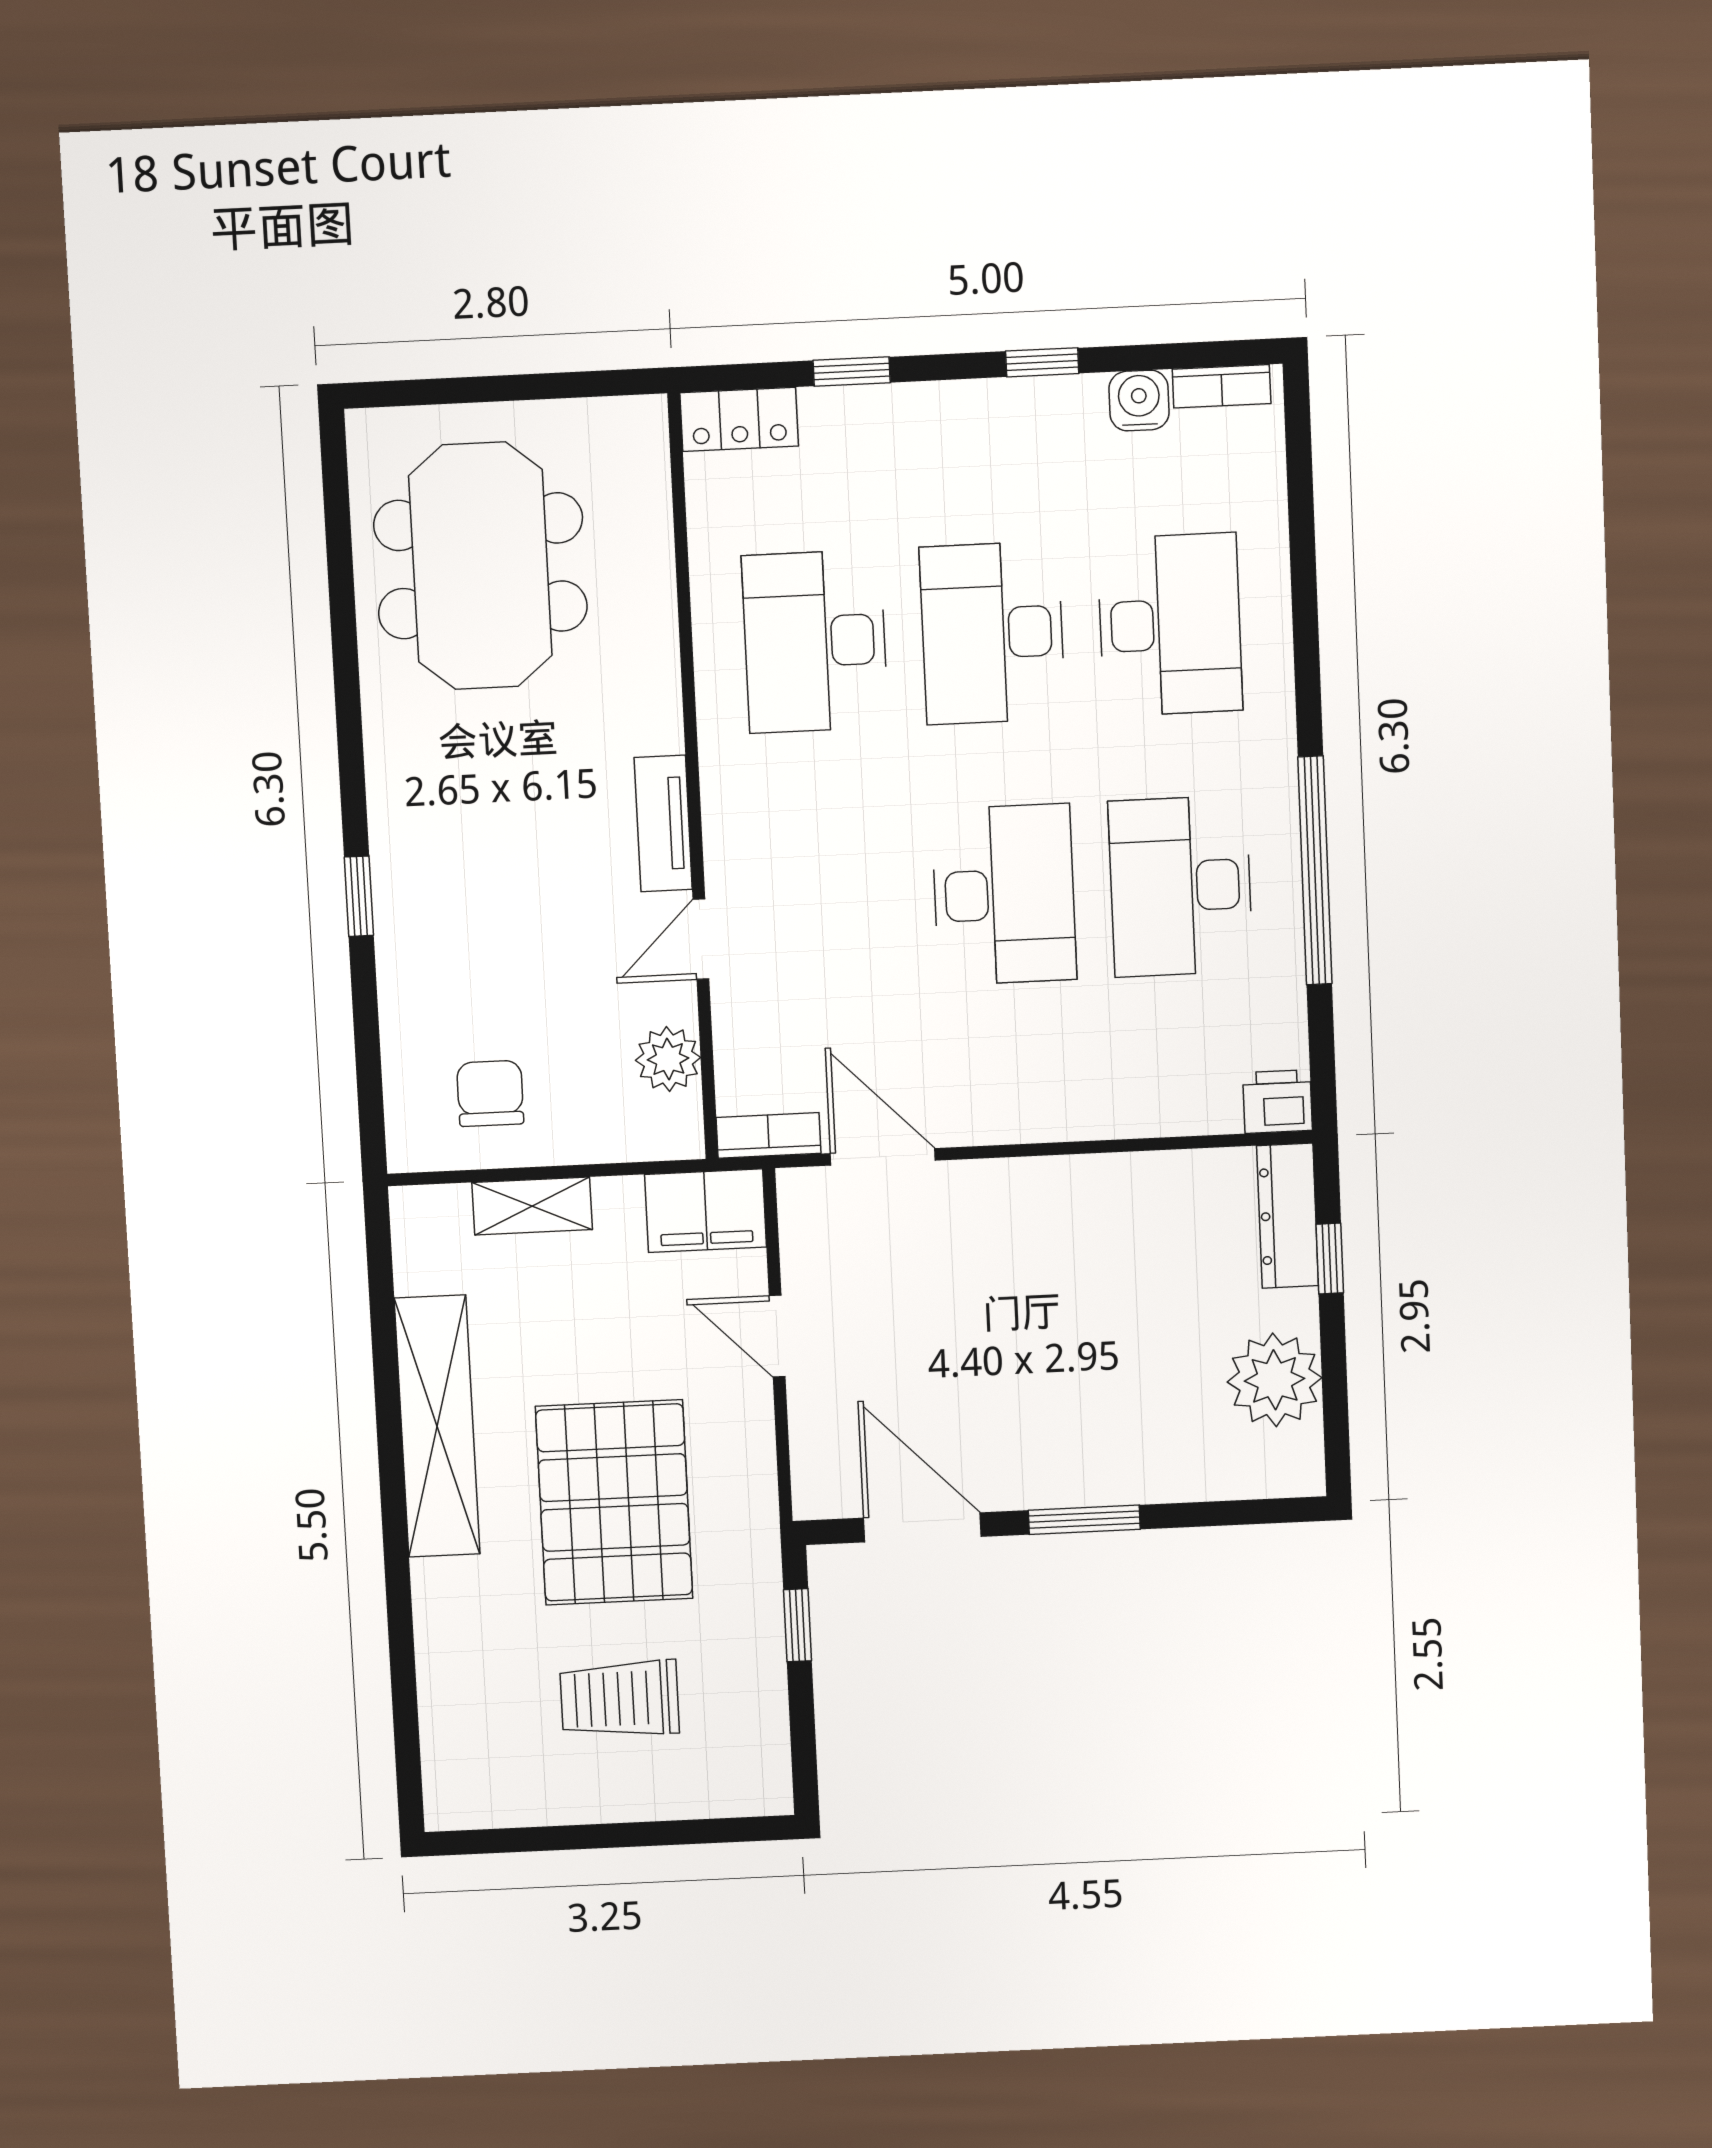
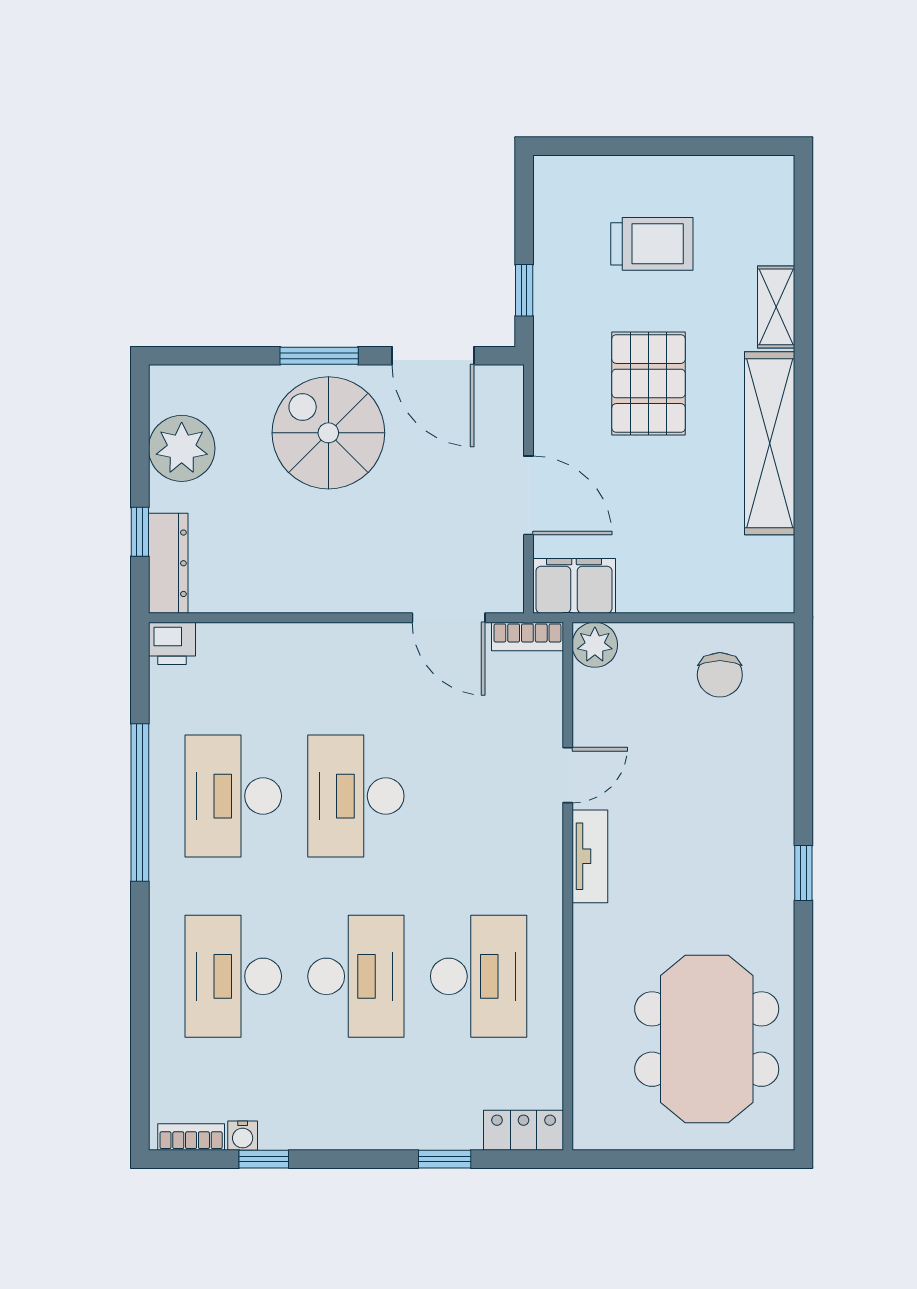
window: (1042, 362) -> (264, 1159), moved
water cooler: (1139, 401) -> (243, 1136), width x0.72, depth x0.72
desk: (1181, 886) -> (233, 796), turned 180
window: (359, 896) -> (803, 873), moved
plant: (668, 1059) -> (595, 645), moved
shelving: (532, 1206) -> (776, 307), moved, turned 90
door: (777, 1336) -> (528, 495), width x1.38
spiral stairs: (1066, 1412) -> (328, 433), added
pallet: (614, 1502) -> (649, 383), width x0.73, depth x0.71

